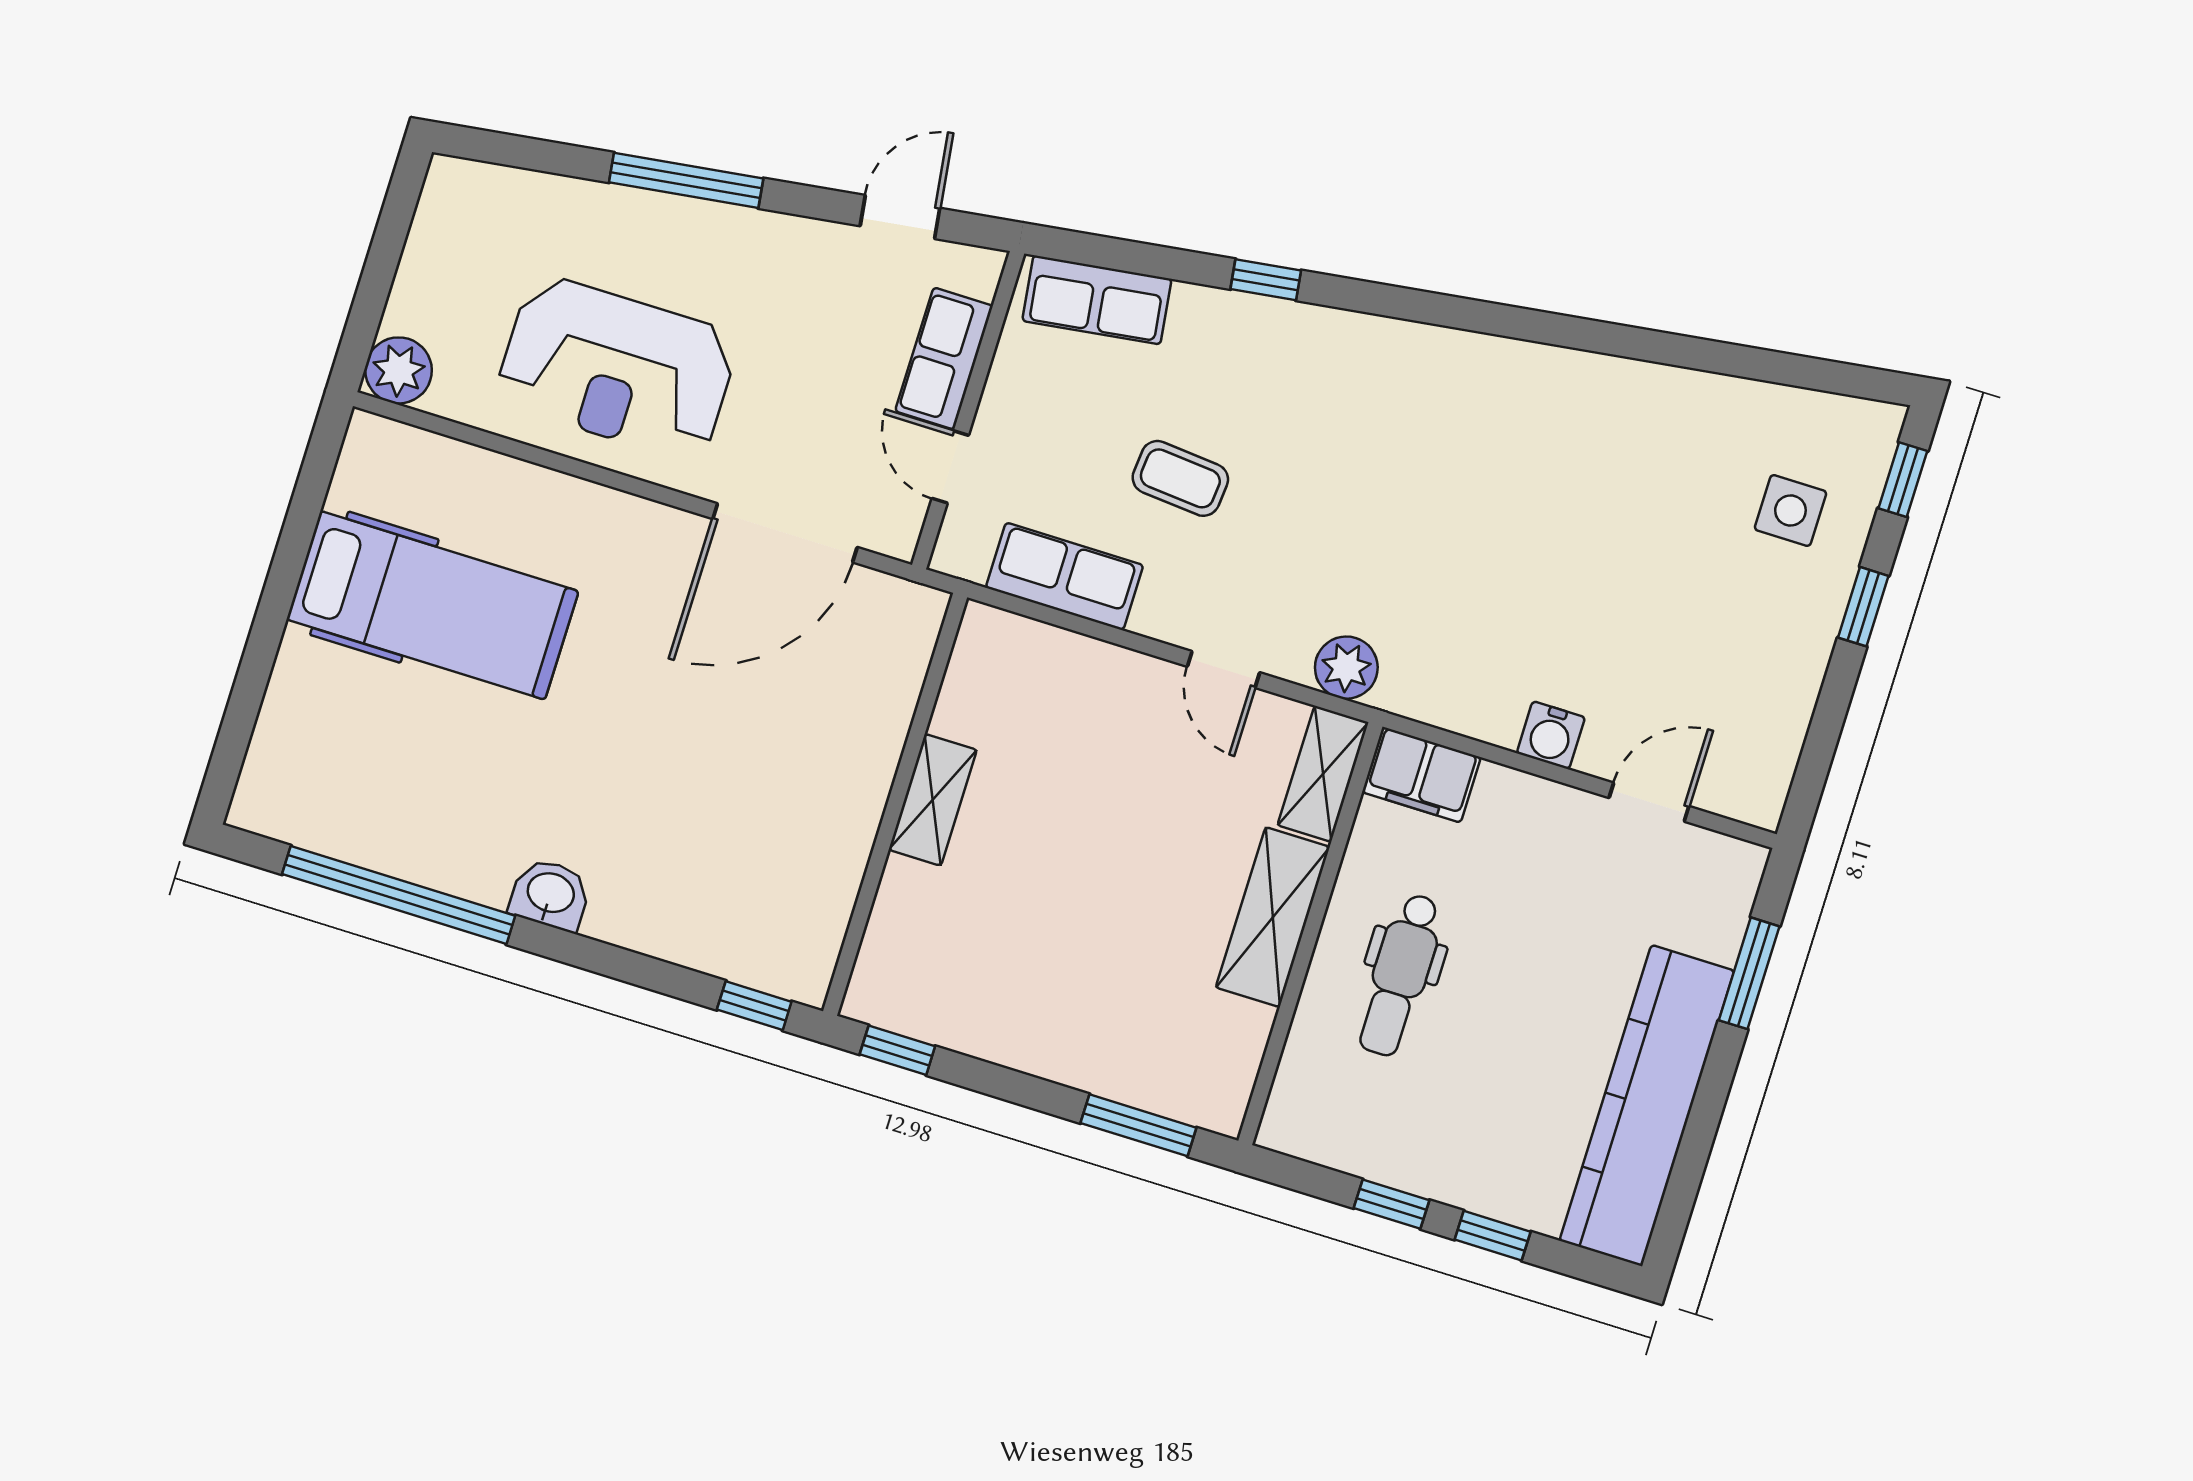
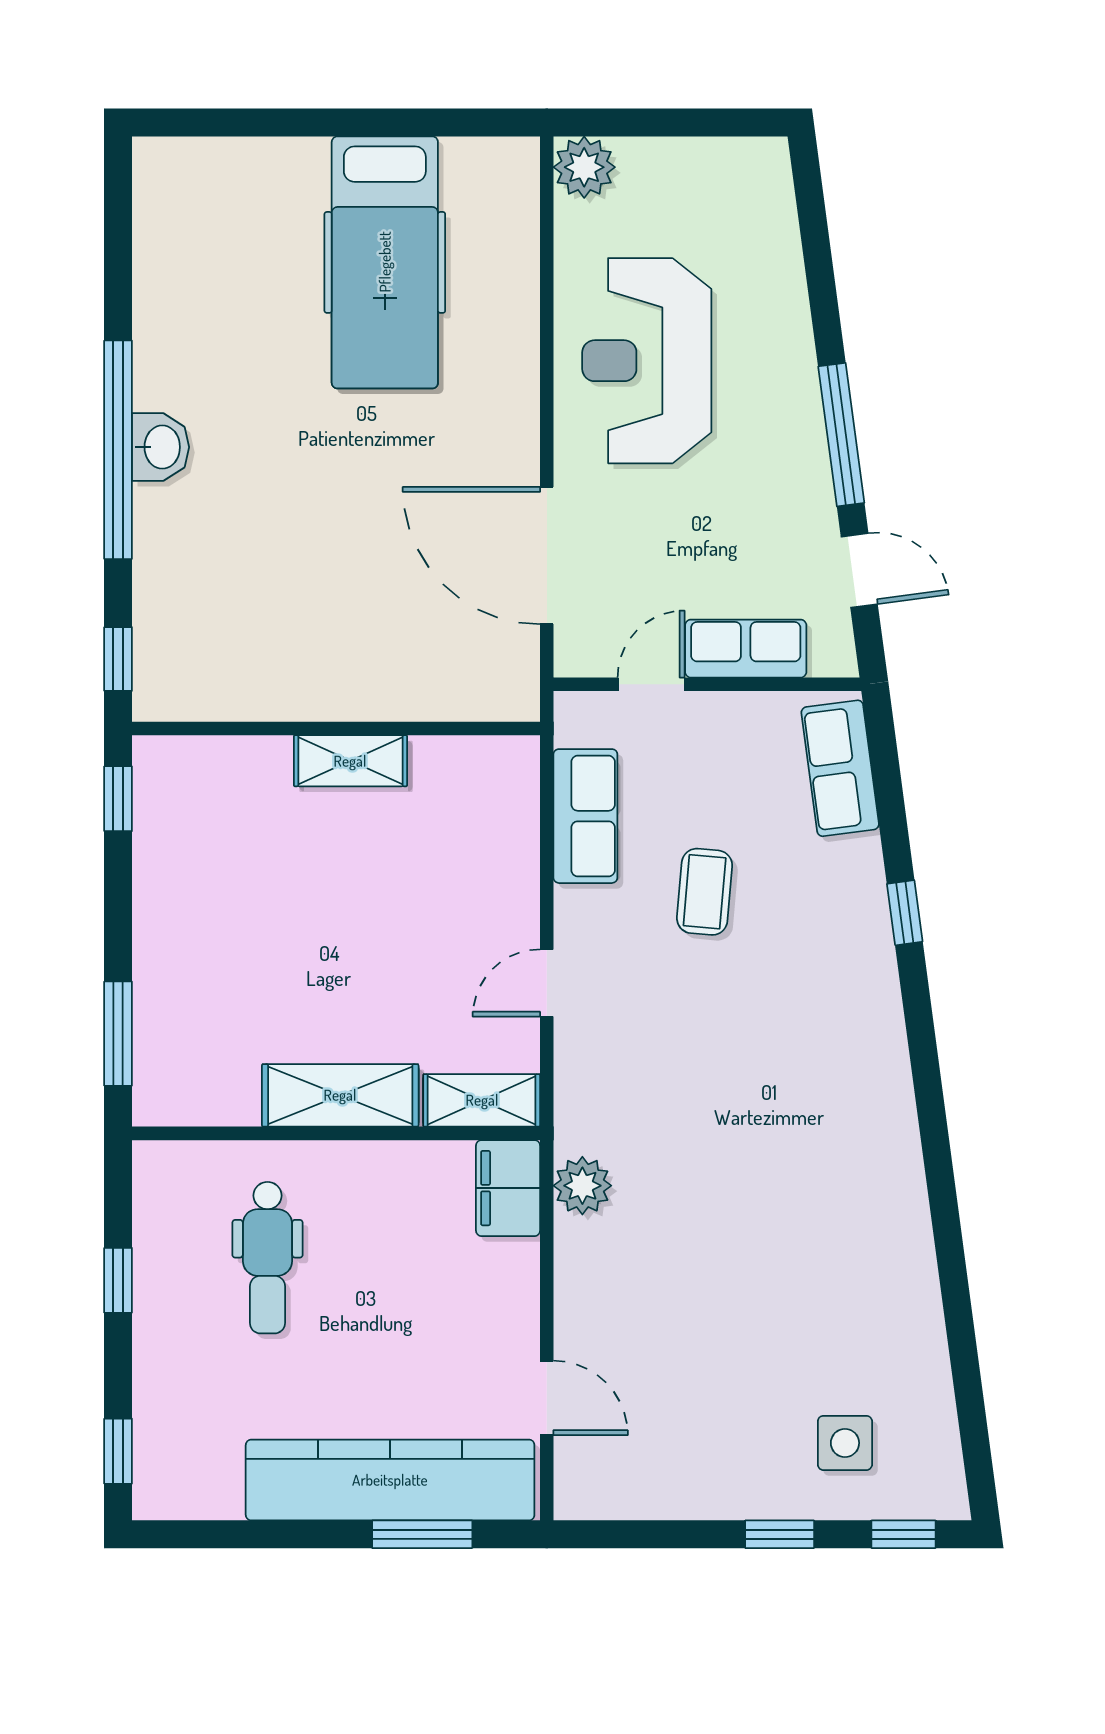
window: (686, 180) -> (841, 435), moved
plant: (1346, 668) -> (582, 1186), moved
water cooler: (1551, 735) -> (579, 1292), removed
window: (399, 895) -> (118, 450), moved
dental chair: (1400, 975) -> (267, 1258), moved, turned -90
kitchen counter: (1647, 1106) -> (390, 1480), moved
window: (1493, 1236) -> (118, 1451), moved

